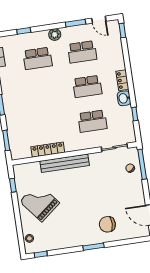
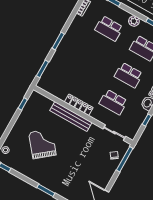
locker: (48, 150) -> (79, 105), moved
grand piano: (40, 202) -> (42, 144), moved
chair: (107, 224) -> (68, 182), removed

